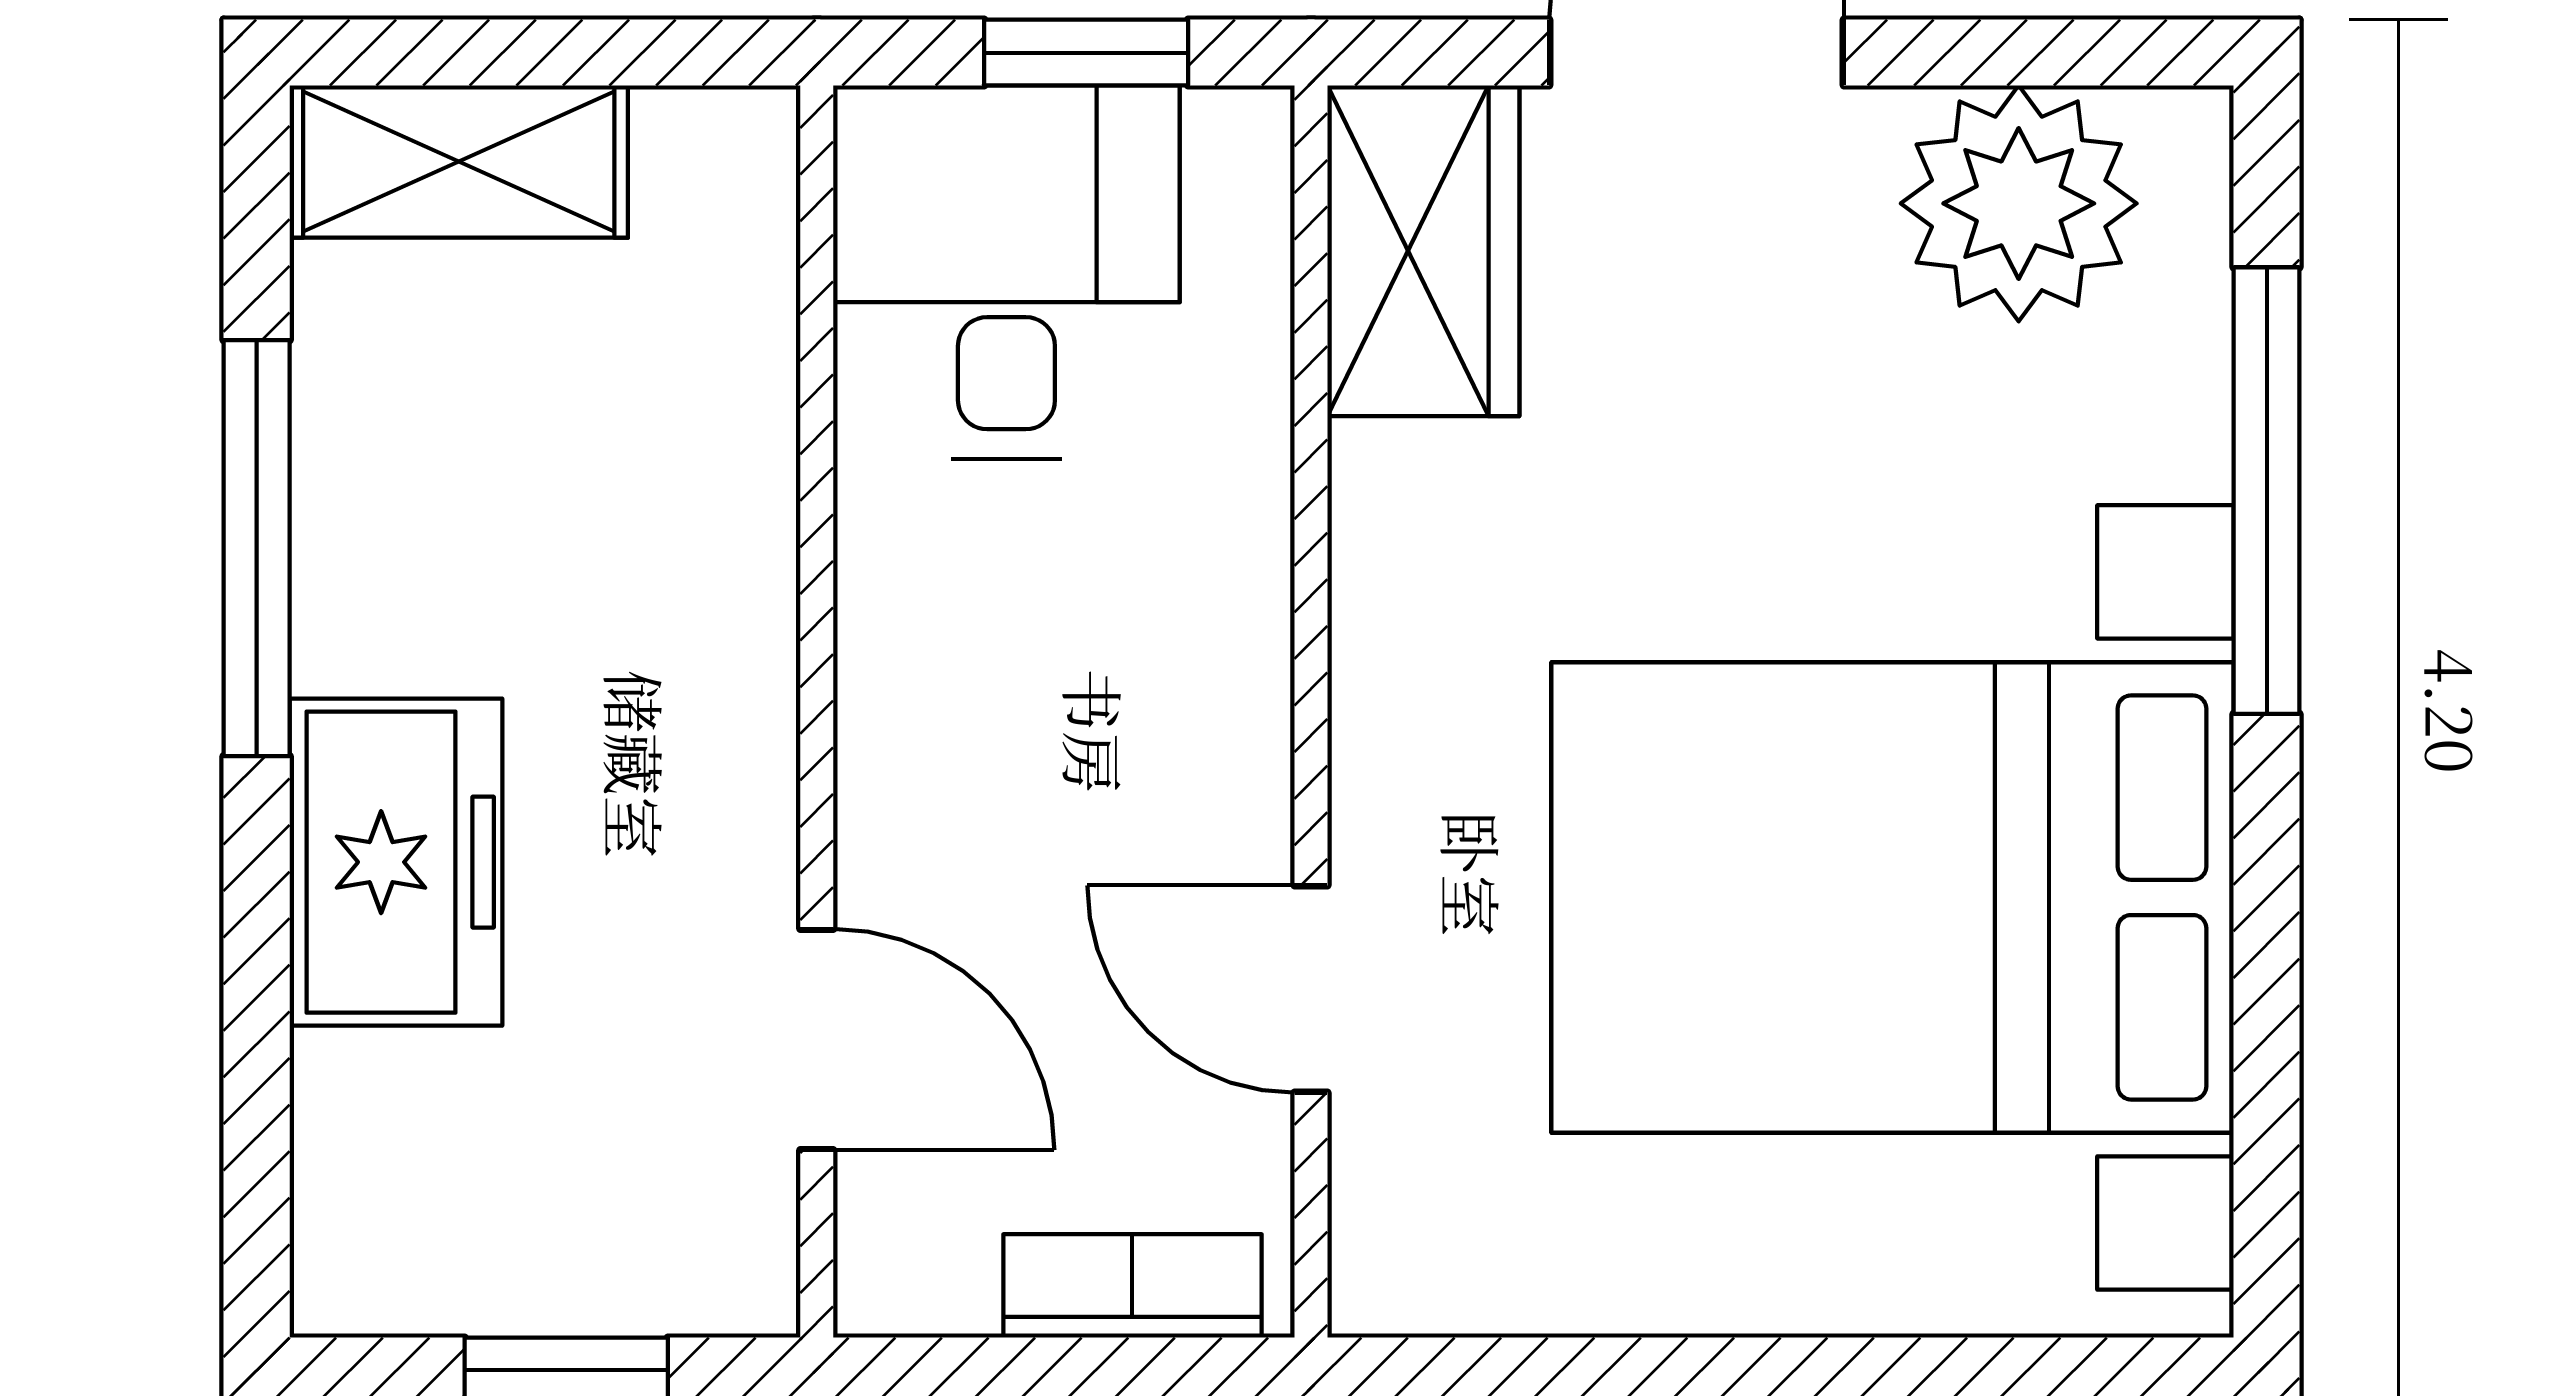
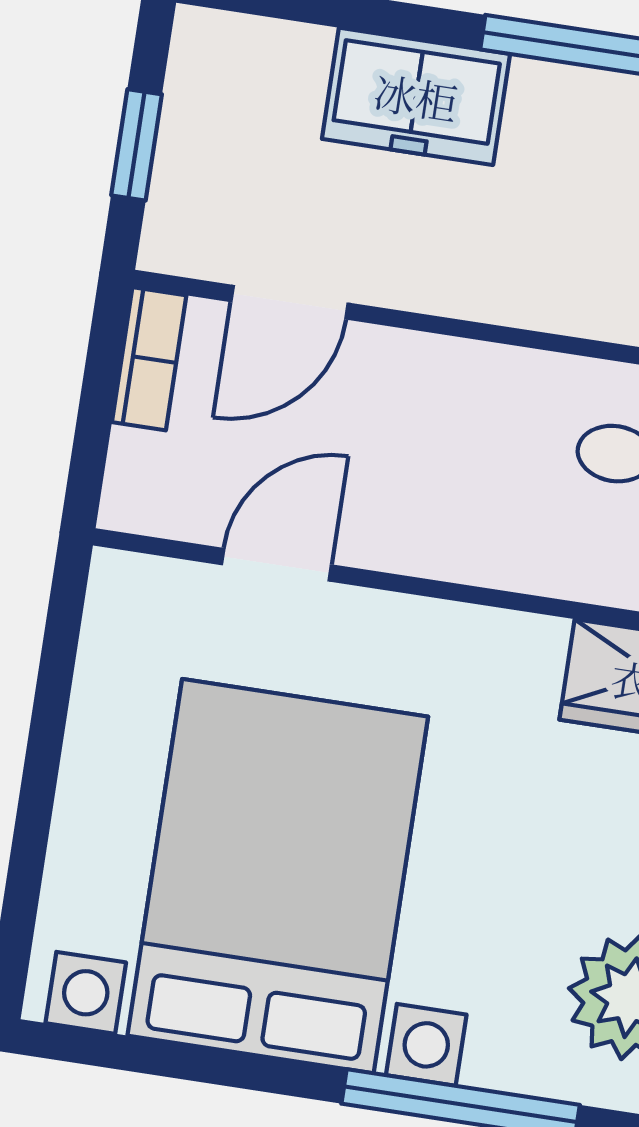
bookcase: (1132, 1286) -> (149, 359), moved

